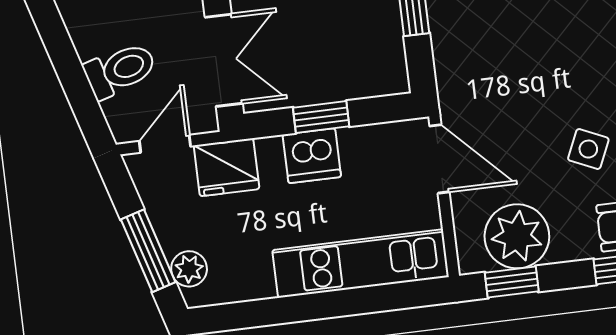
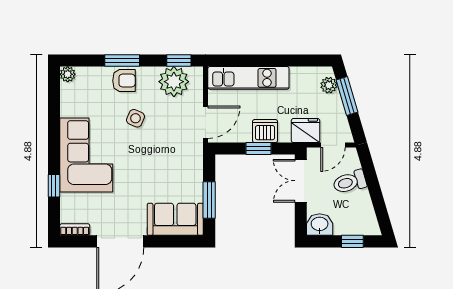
door: (440, 159) -> (206, 122), swing flipped

